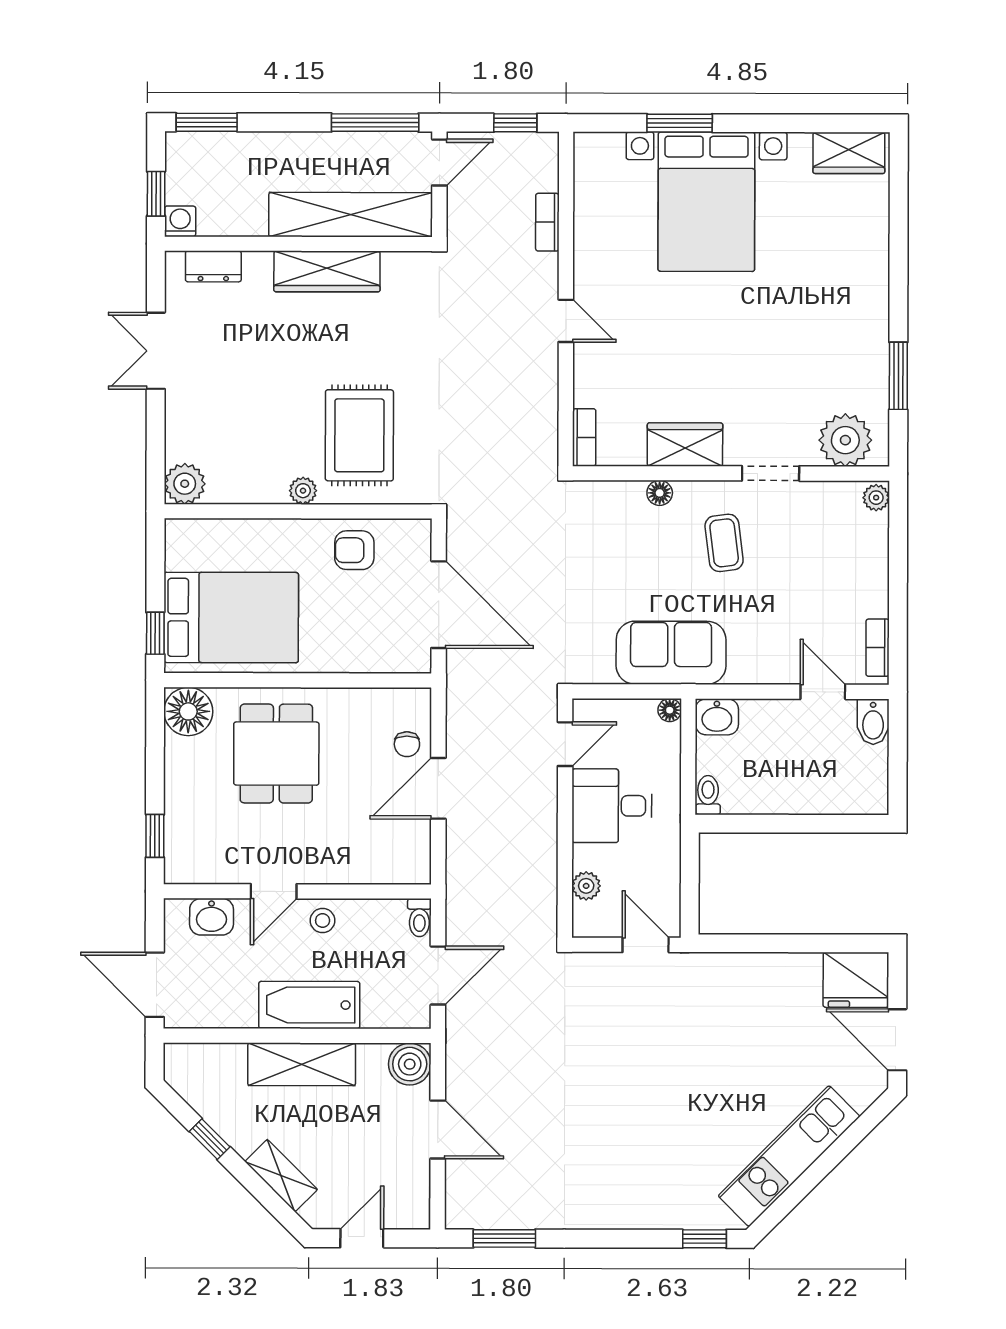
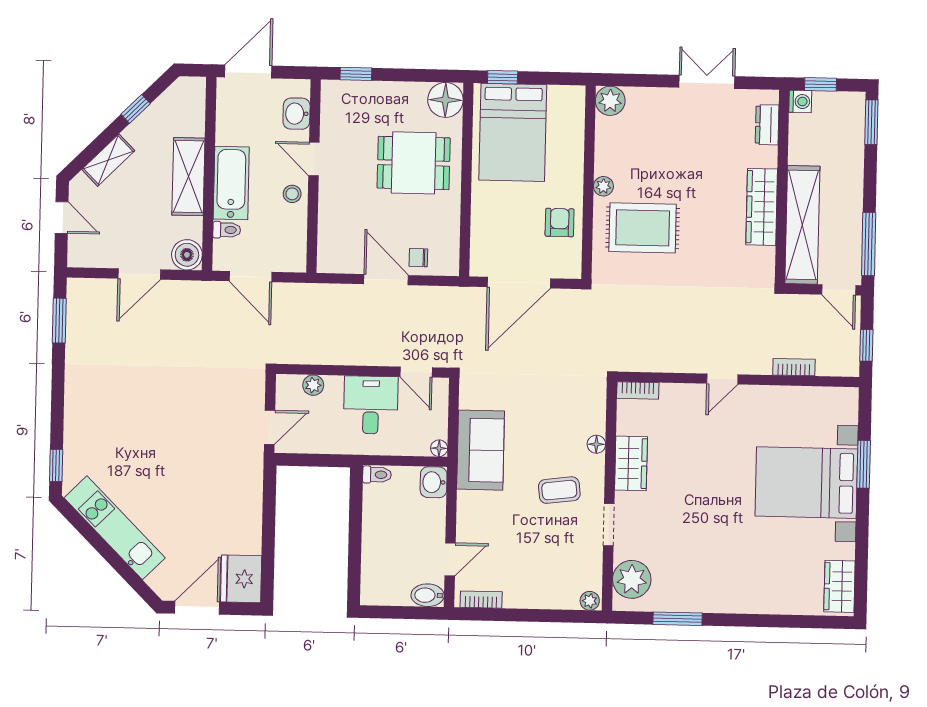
toilet: (419, 918) -> (227, 230), moved, turned 180

